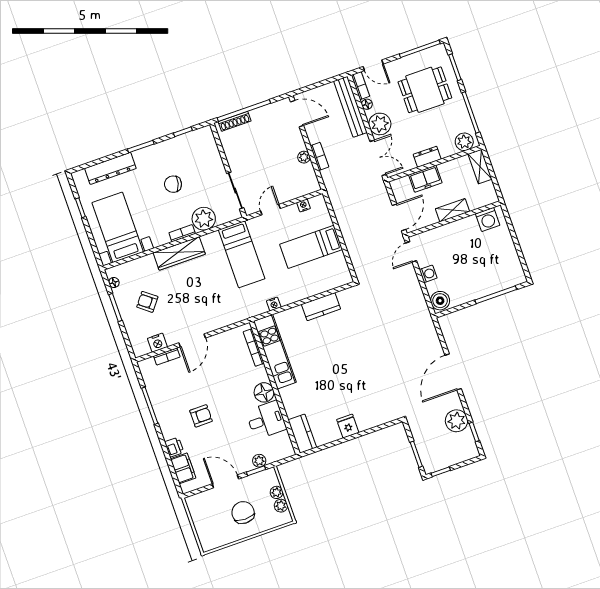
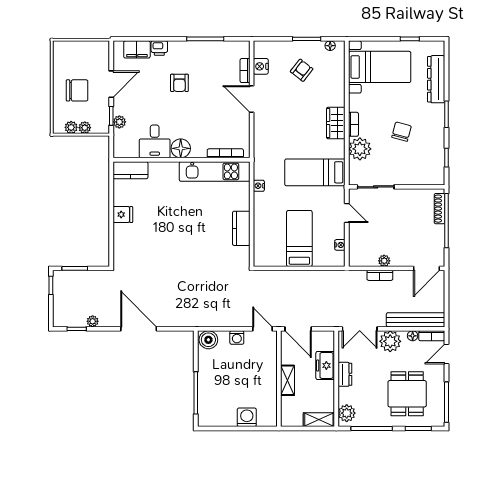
washing machine: (488, 219) -> (247, 417), moved, turned 90
wardrobe: (179, 253) -> (336, 123), width x0.67
plant: (457, 421) -> (93, 321), width x0.53, depth x0.53

